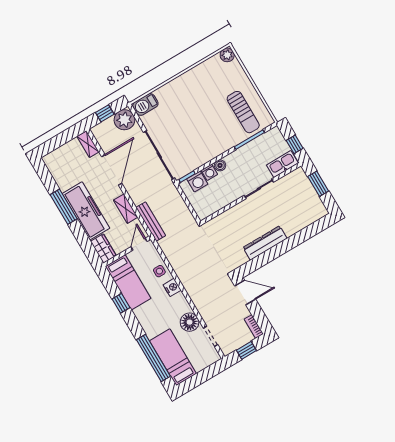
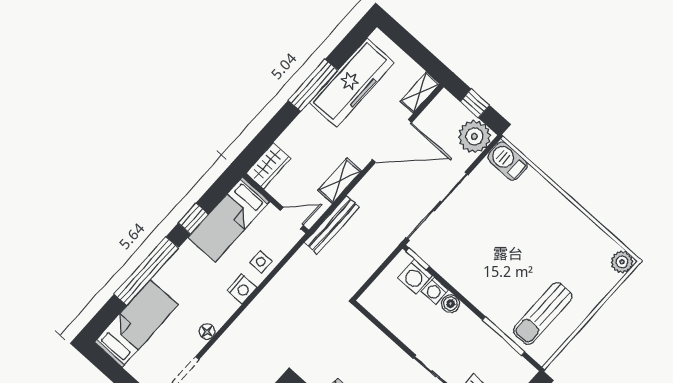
freezer: (86, 211) -> (352, 83), moved
floor lamp: (190, 322) -> (207, 332), width x0.53, depth x0.53
window: (153, 358) -> (146, 271), moved

